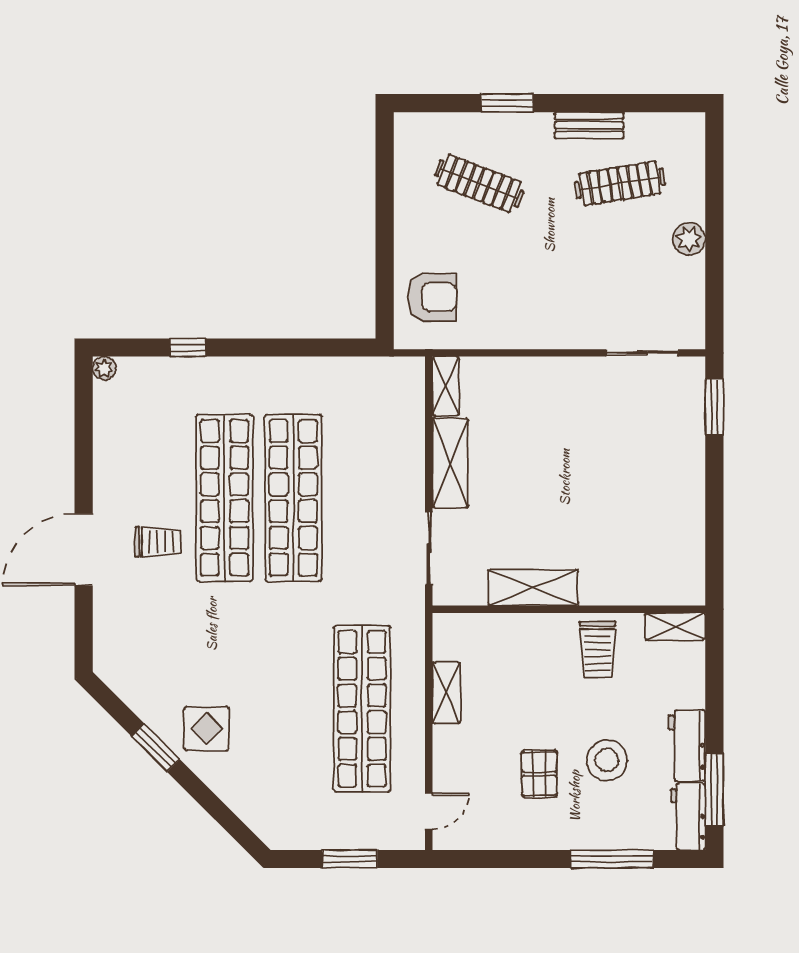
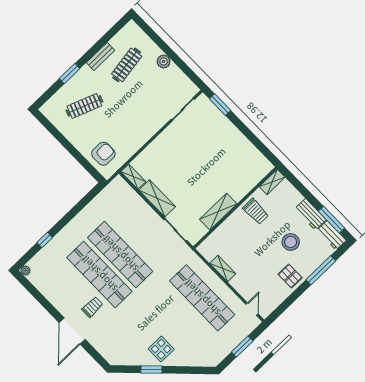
pallet: (539, 774) -> (290, 276), moved

